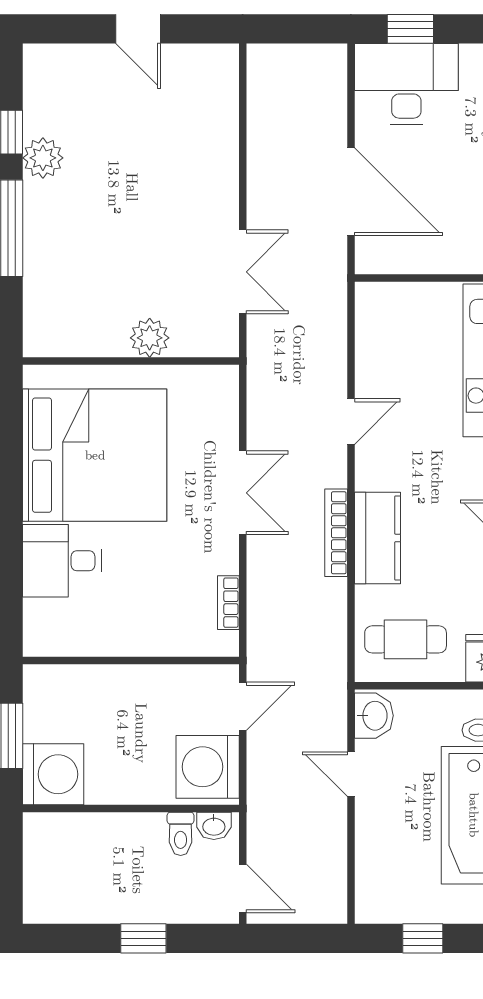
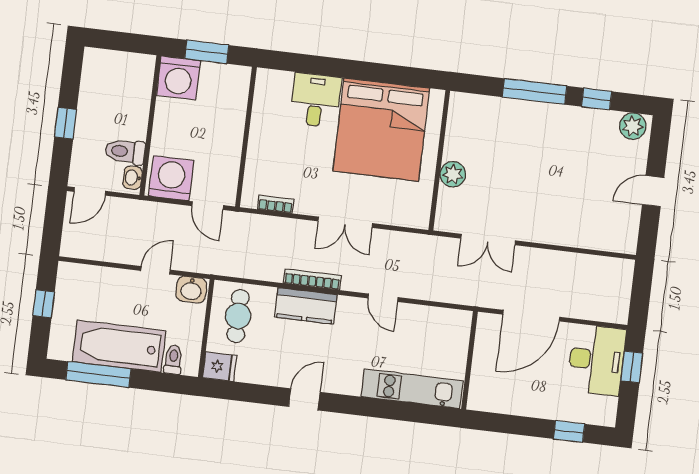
plant: (43, 158) -> (633, 126), moved
toilet: (181, 834) -> (125, 152), width x1.37, depth x1.39

